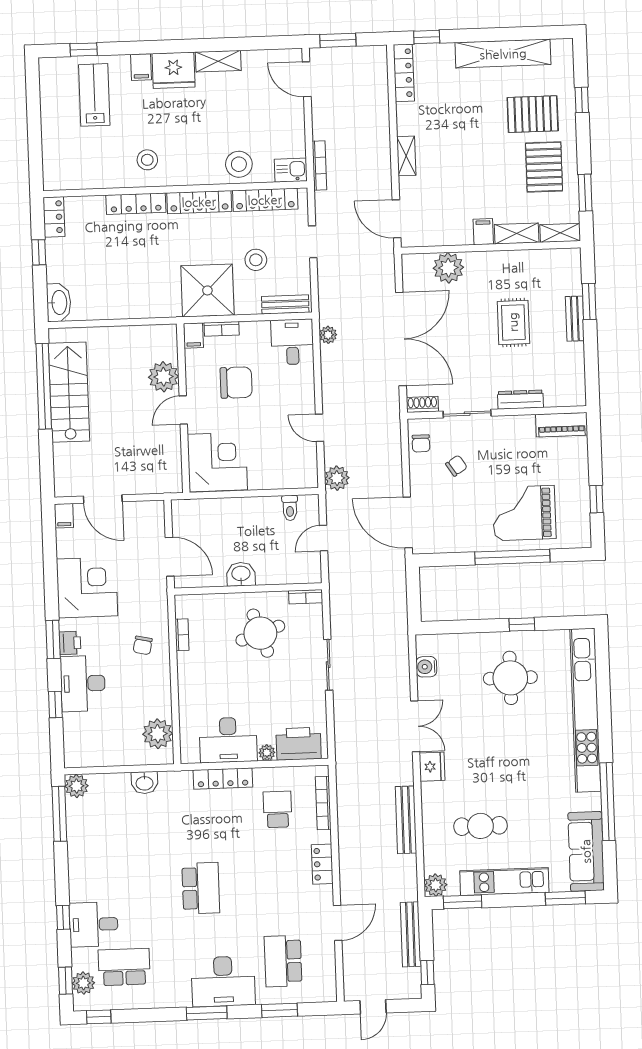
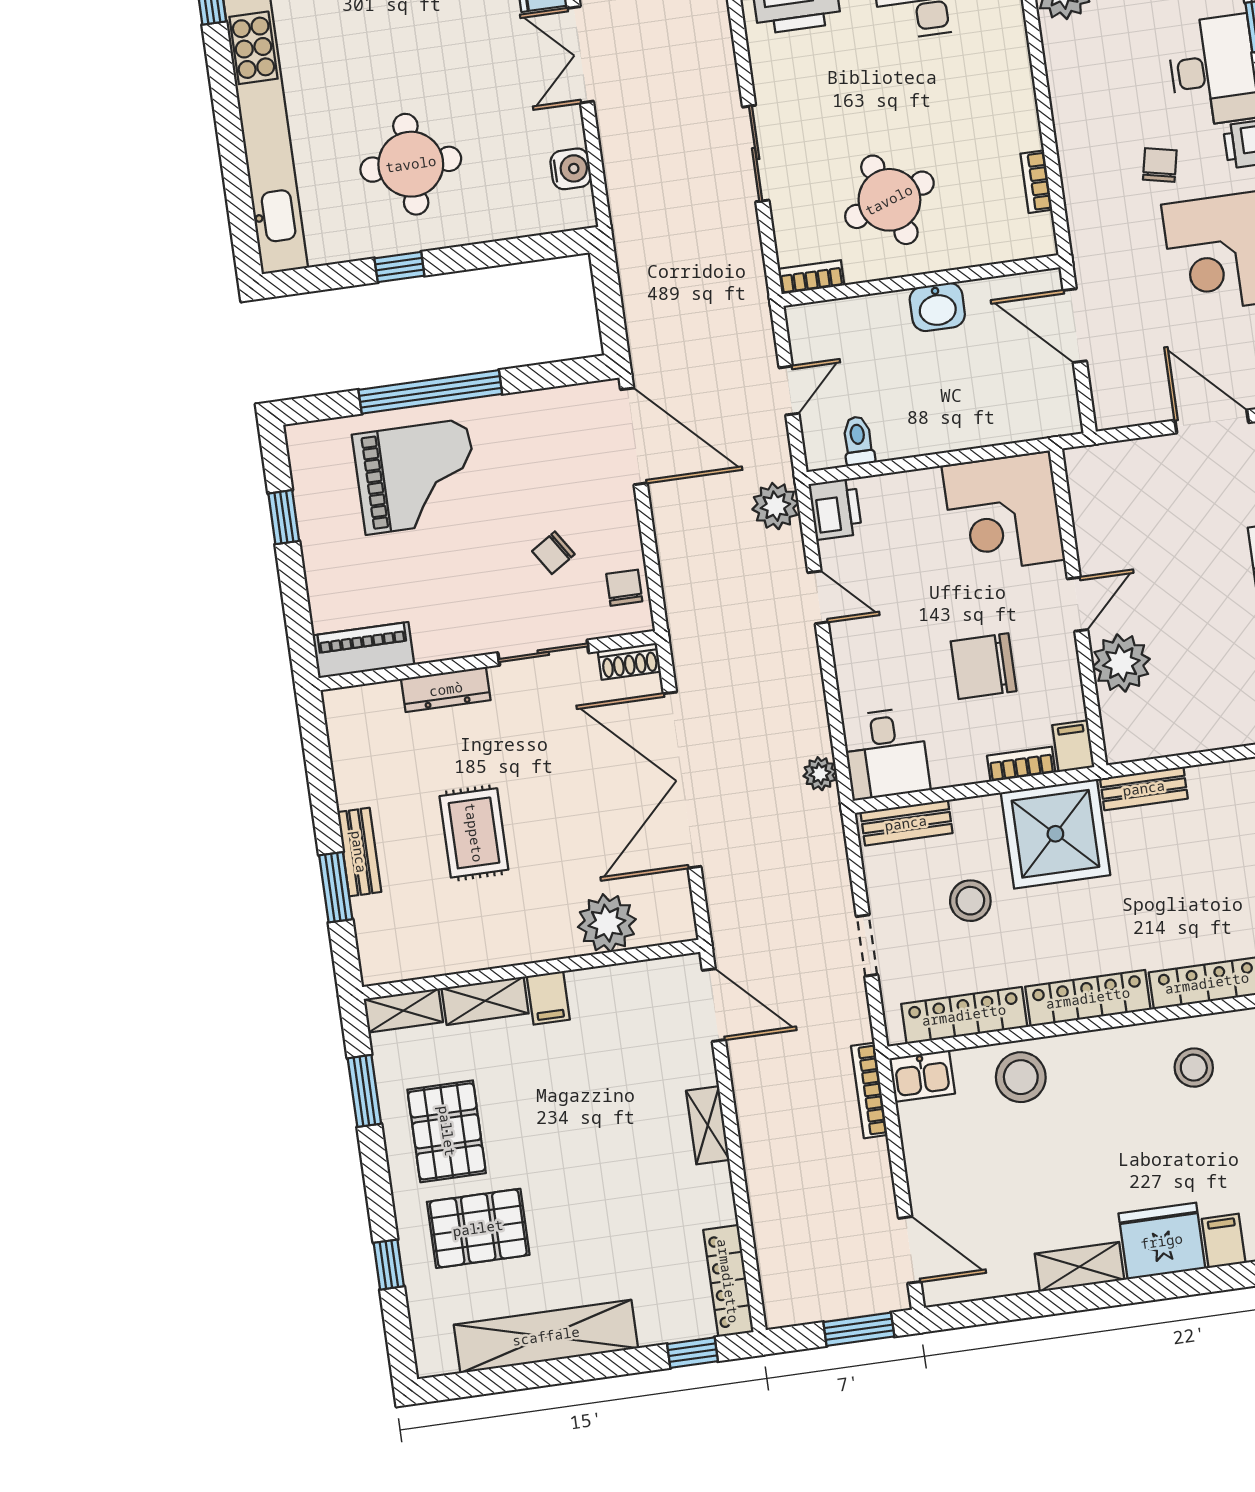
bench: (158, 309) -> (1144, 788), added
printer: (306, 473) -> (835, 509), added
chair: (143, 645) -> (1160, 165), moved

